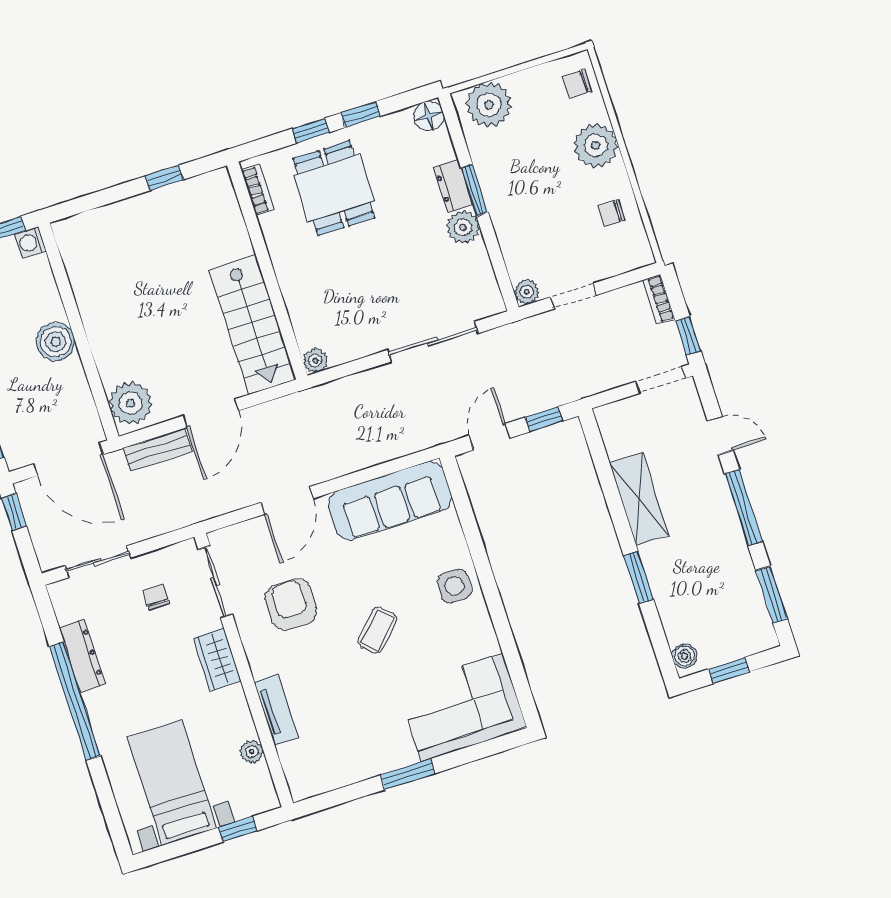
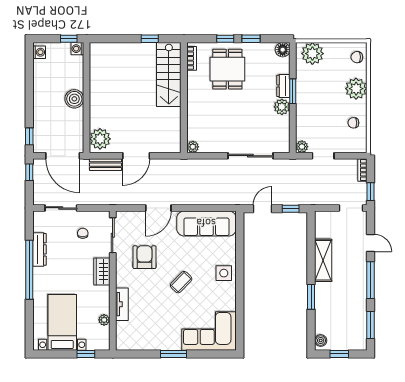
stairs: (253, 325) -> (169, 75), moved

